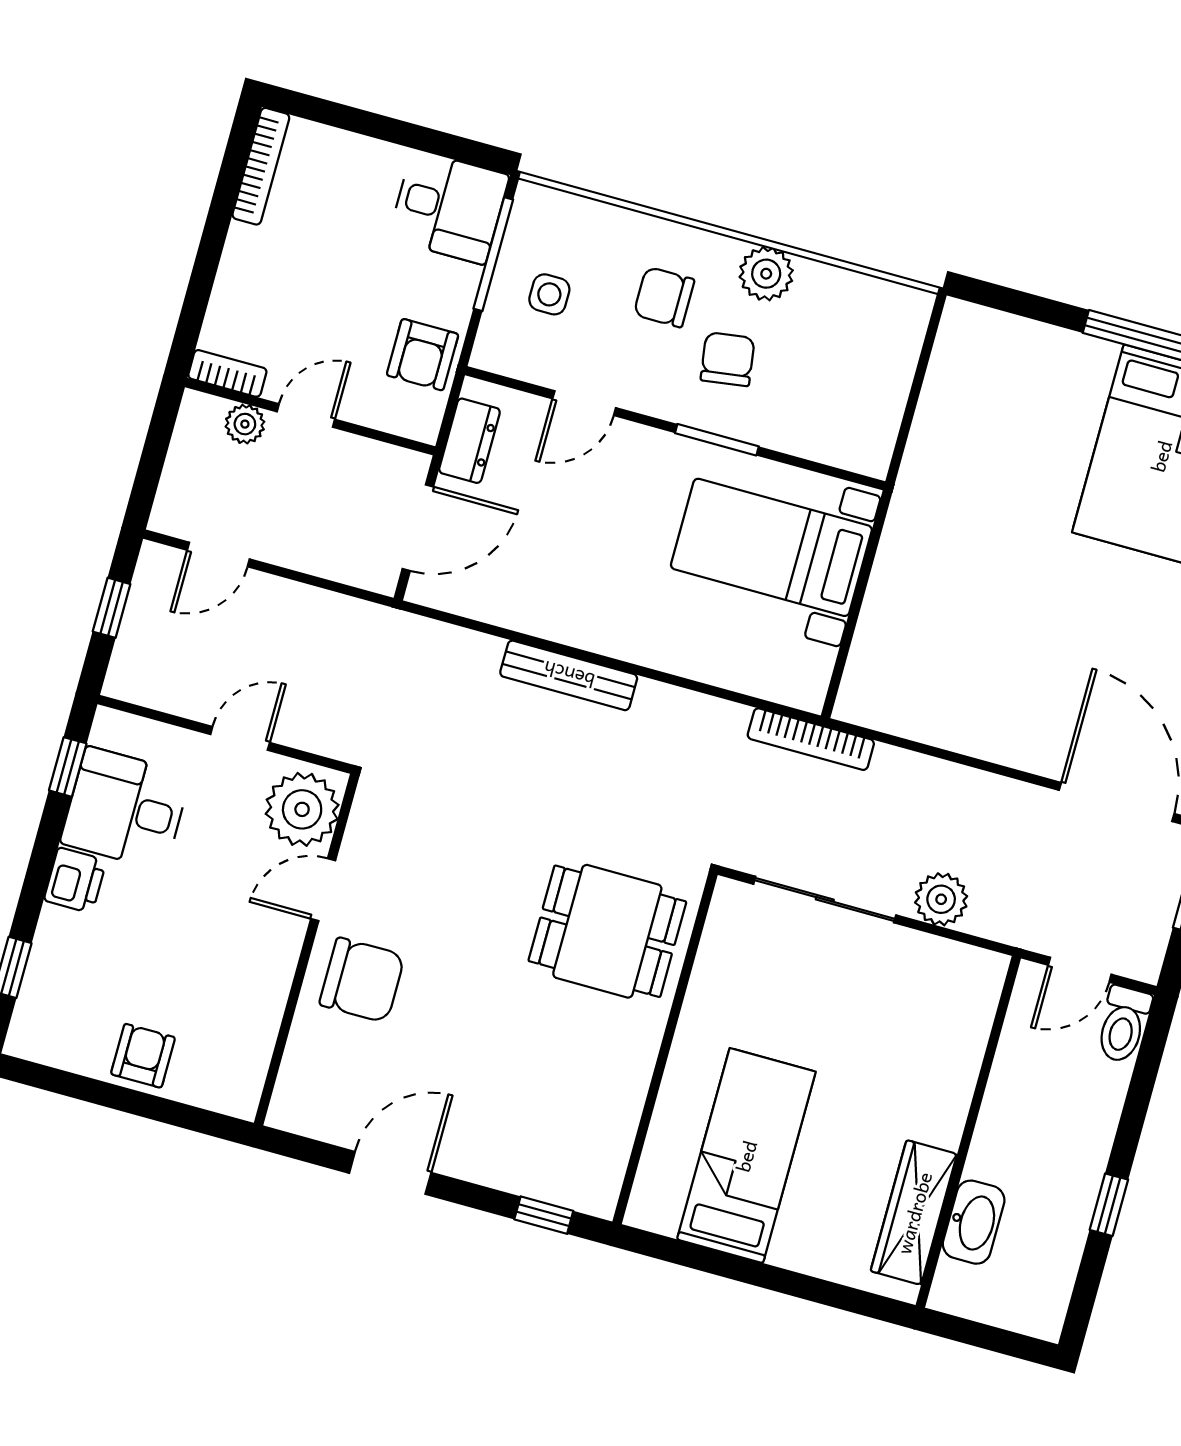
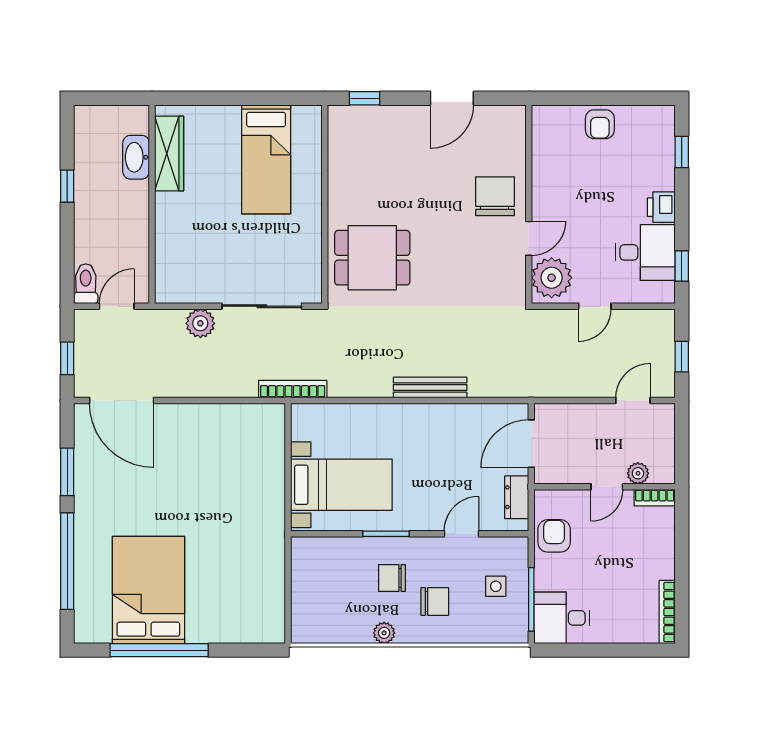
plant: (766, 274) -> (384, 633), width x0.73, depth x0.73
chair: (728, 359) -> (392, 578), turned 98
chair: (362, 980) -> (495, 196), turned 90

